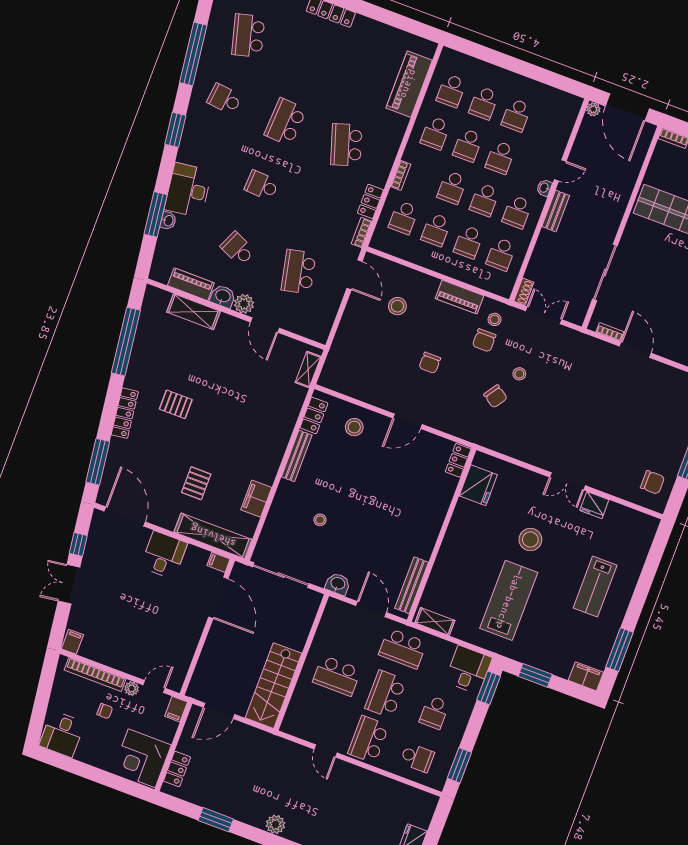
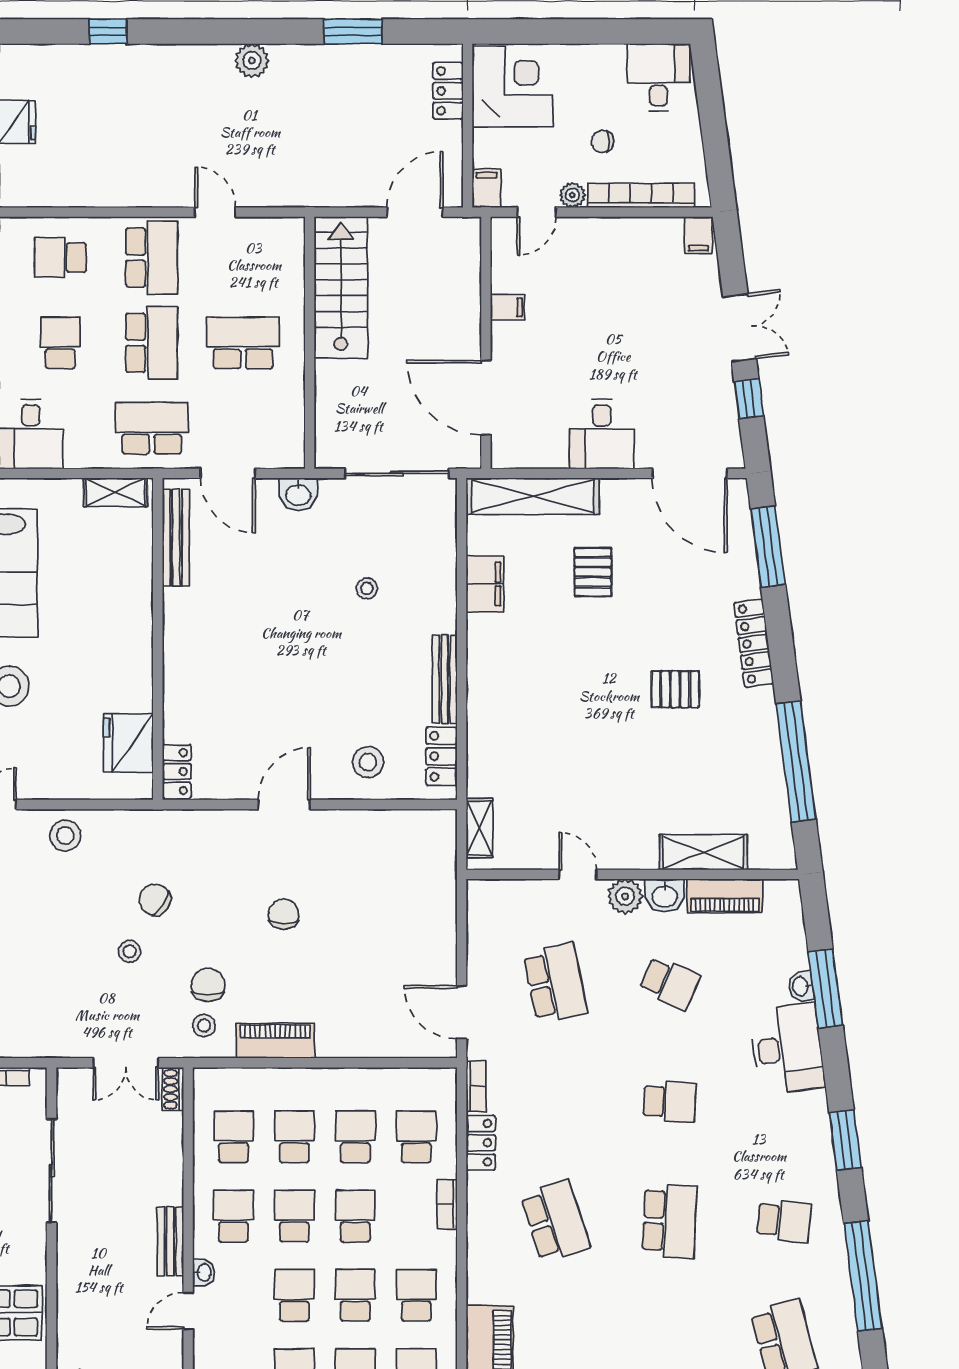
stool: (397, 306) -> (65, 836), moved
door: (265, 325) -> (578, 874), width x0.73
filing cabinet: (219, 562) -> (507, 307), moved

